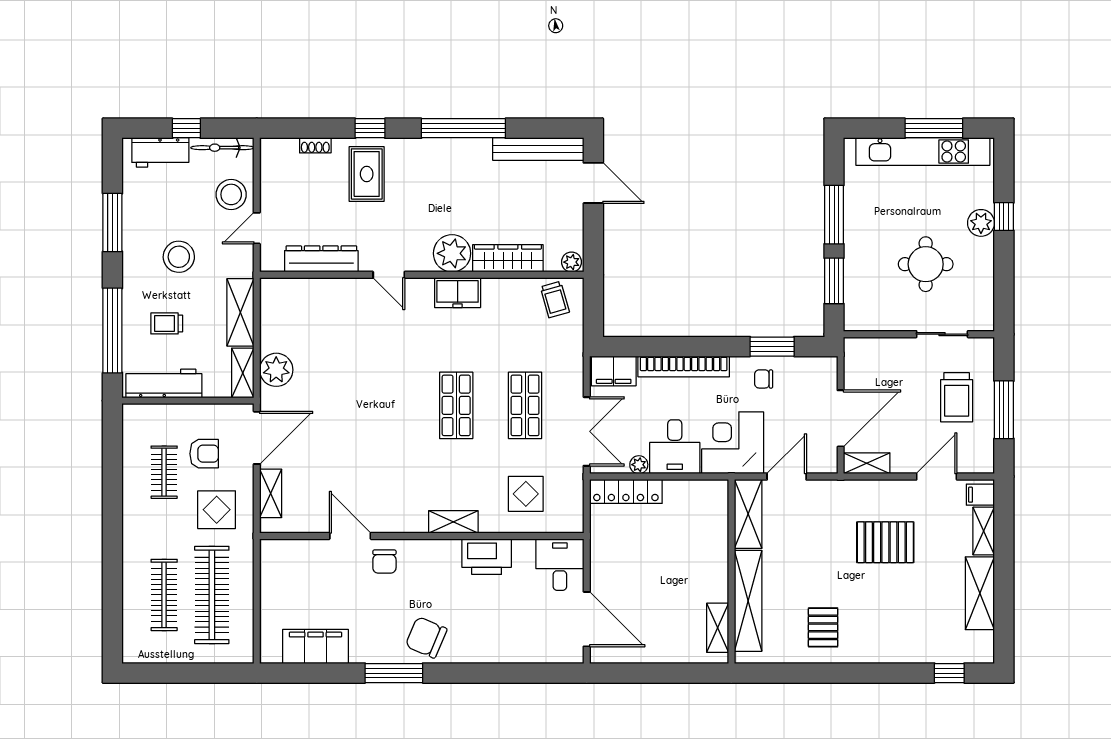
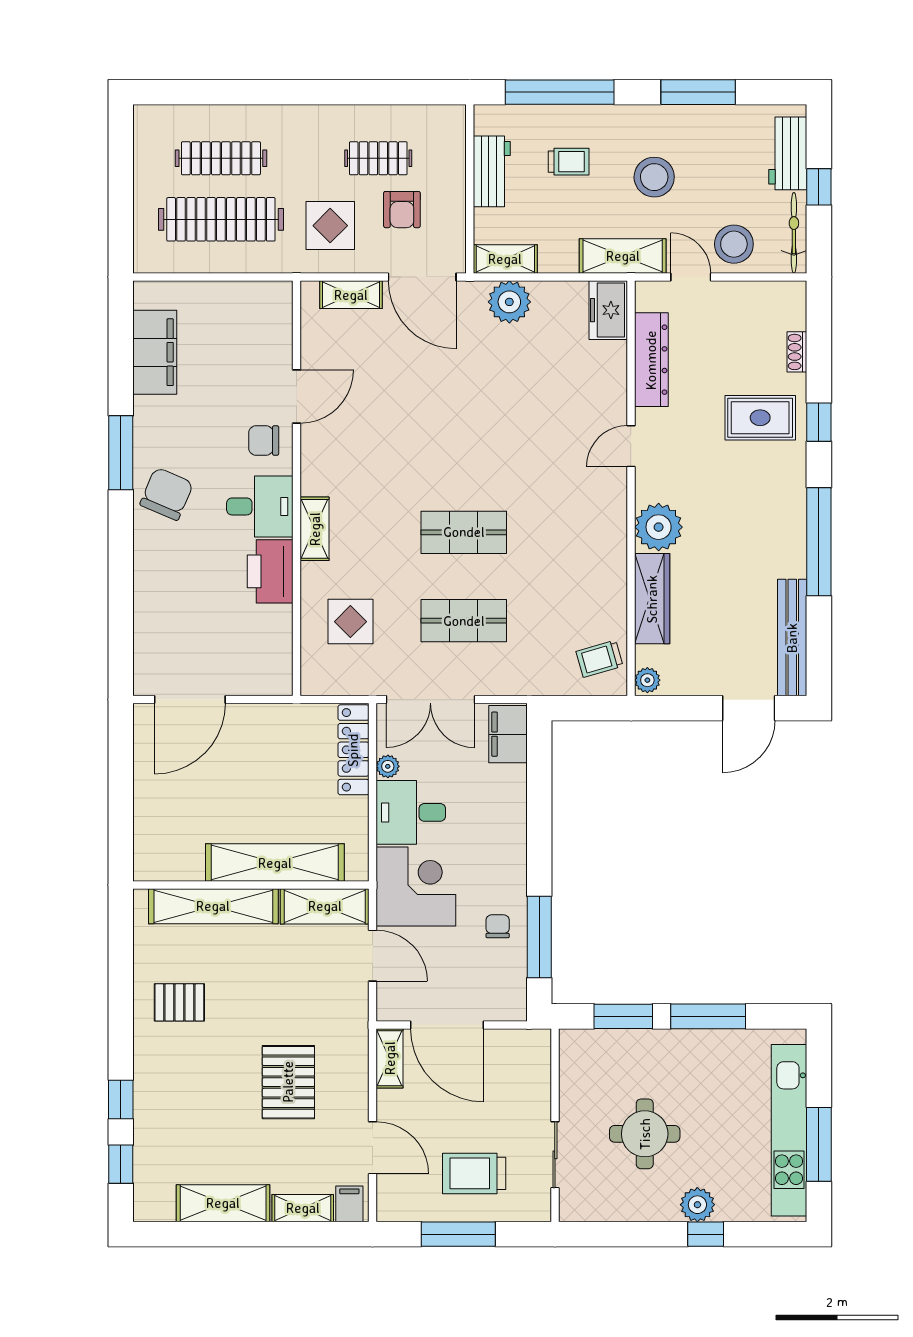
freezer: (458, 293) -> (608, 310), moved
shelving: (240, 312) -> (623, 256), moved
trolley: (167, 323) -> (569, 162), turned 90
window: (772, 347) -> (539, 937), width x1.44
bookcase: (684, 366) -> (514, 824), removed
workbench: (164, 383) -> (492, 171), width x0.73
desk: (560, 565) -> (260, 506), moved
shelving: (718, 628) -> (275, 863), moved, width x2.20, depth x1.33
window: (899, 673) -> (121, 1100), added

